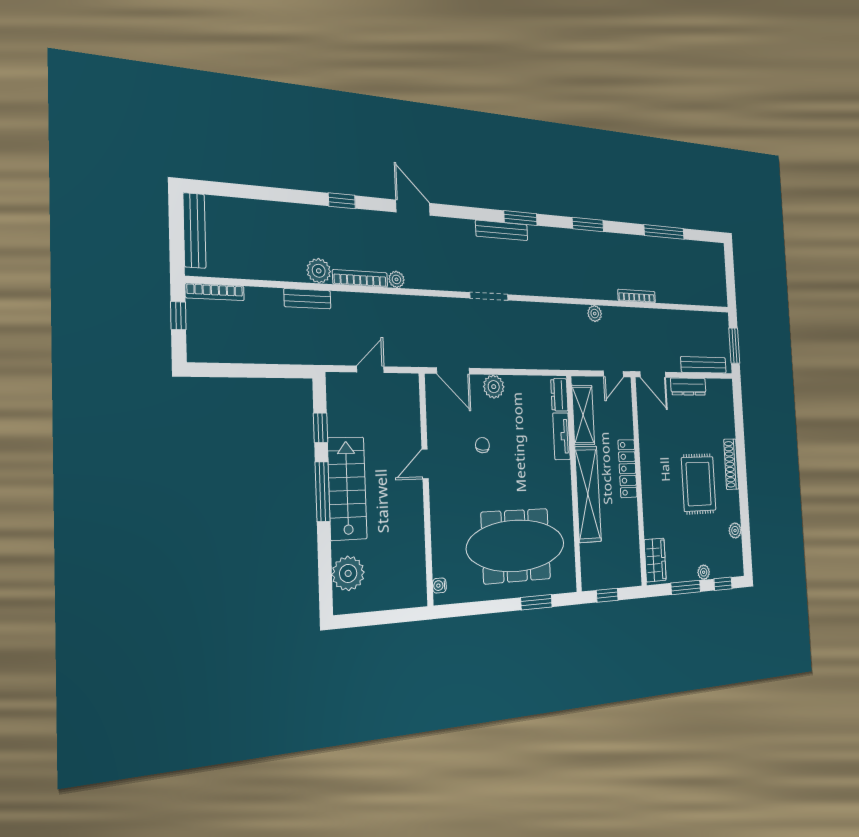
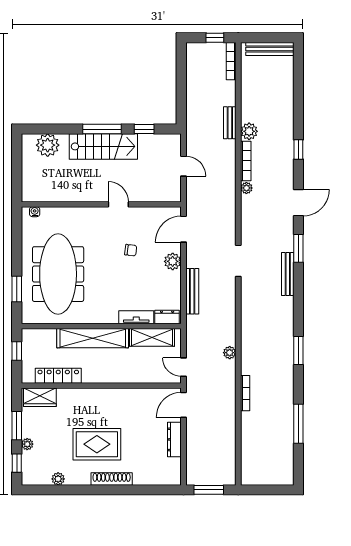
window: (520, 218) -> (298, 248), moved
bench: (703, 365) -> (192, 291), moved
locker: (628, 469) -> (58, 376), moved

